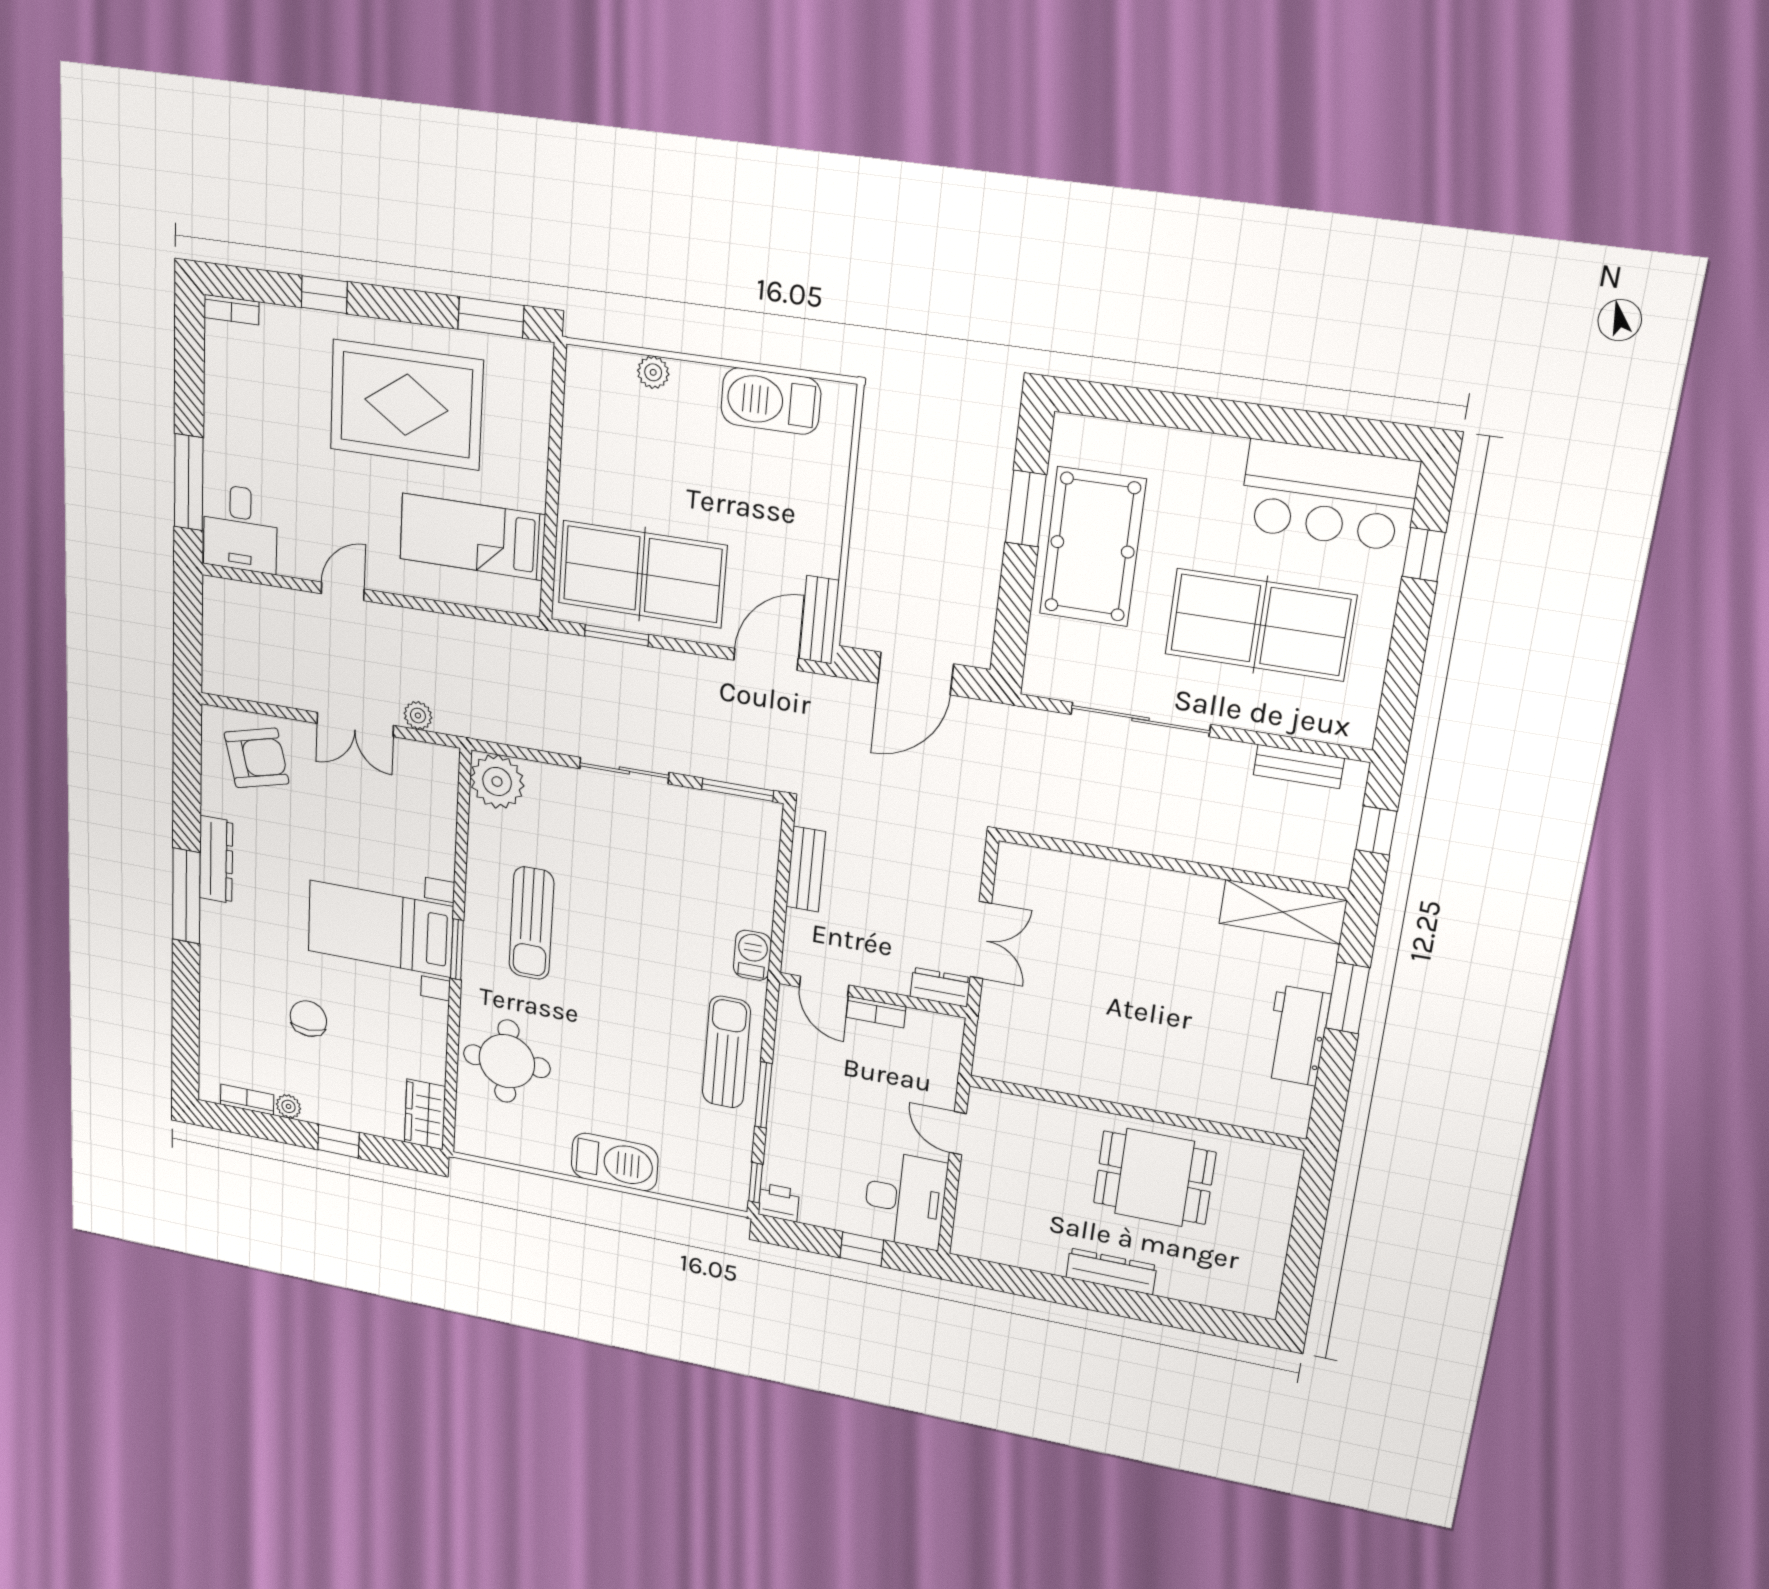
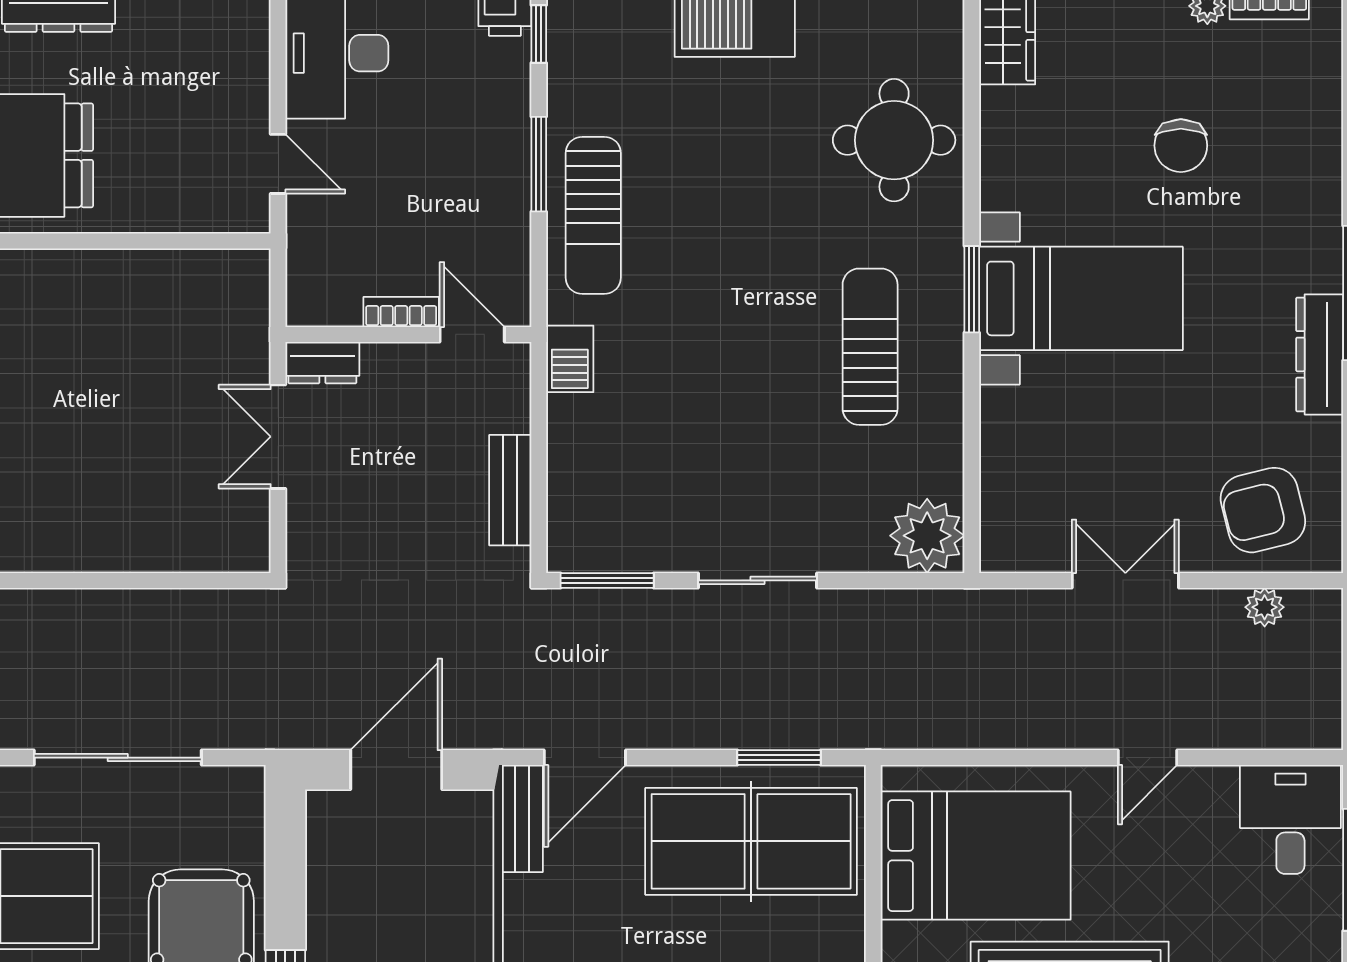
bed: (472, 537) -> (976, 856), width x1.50
plant: (418, 716) -> (1265, 607), moved

